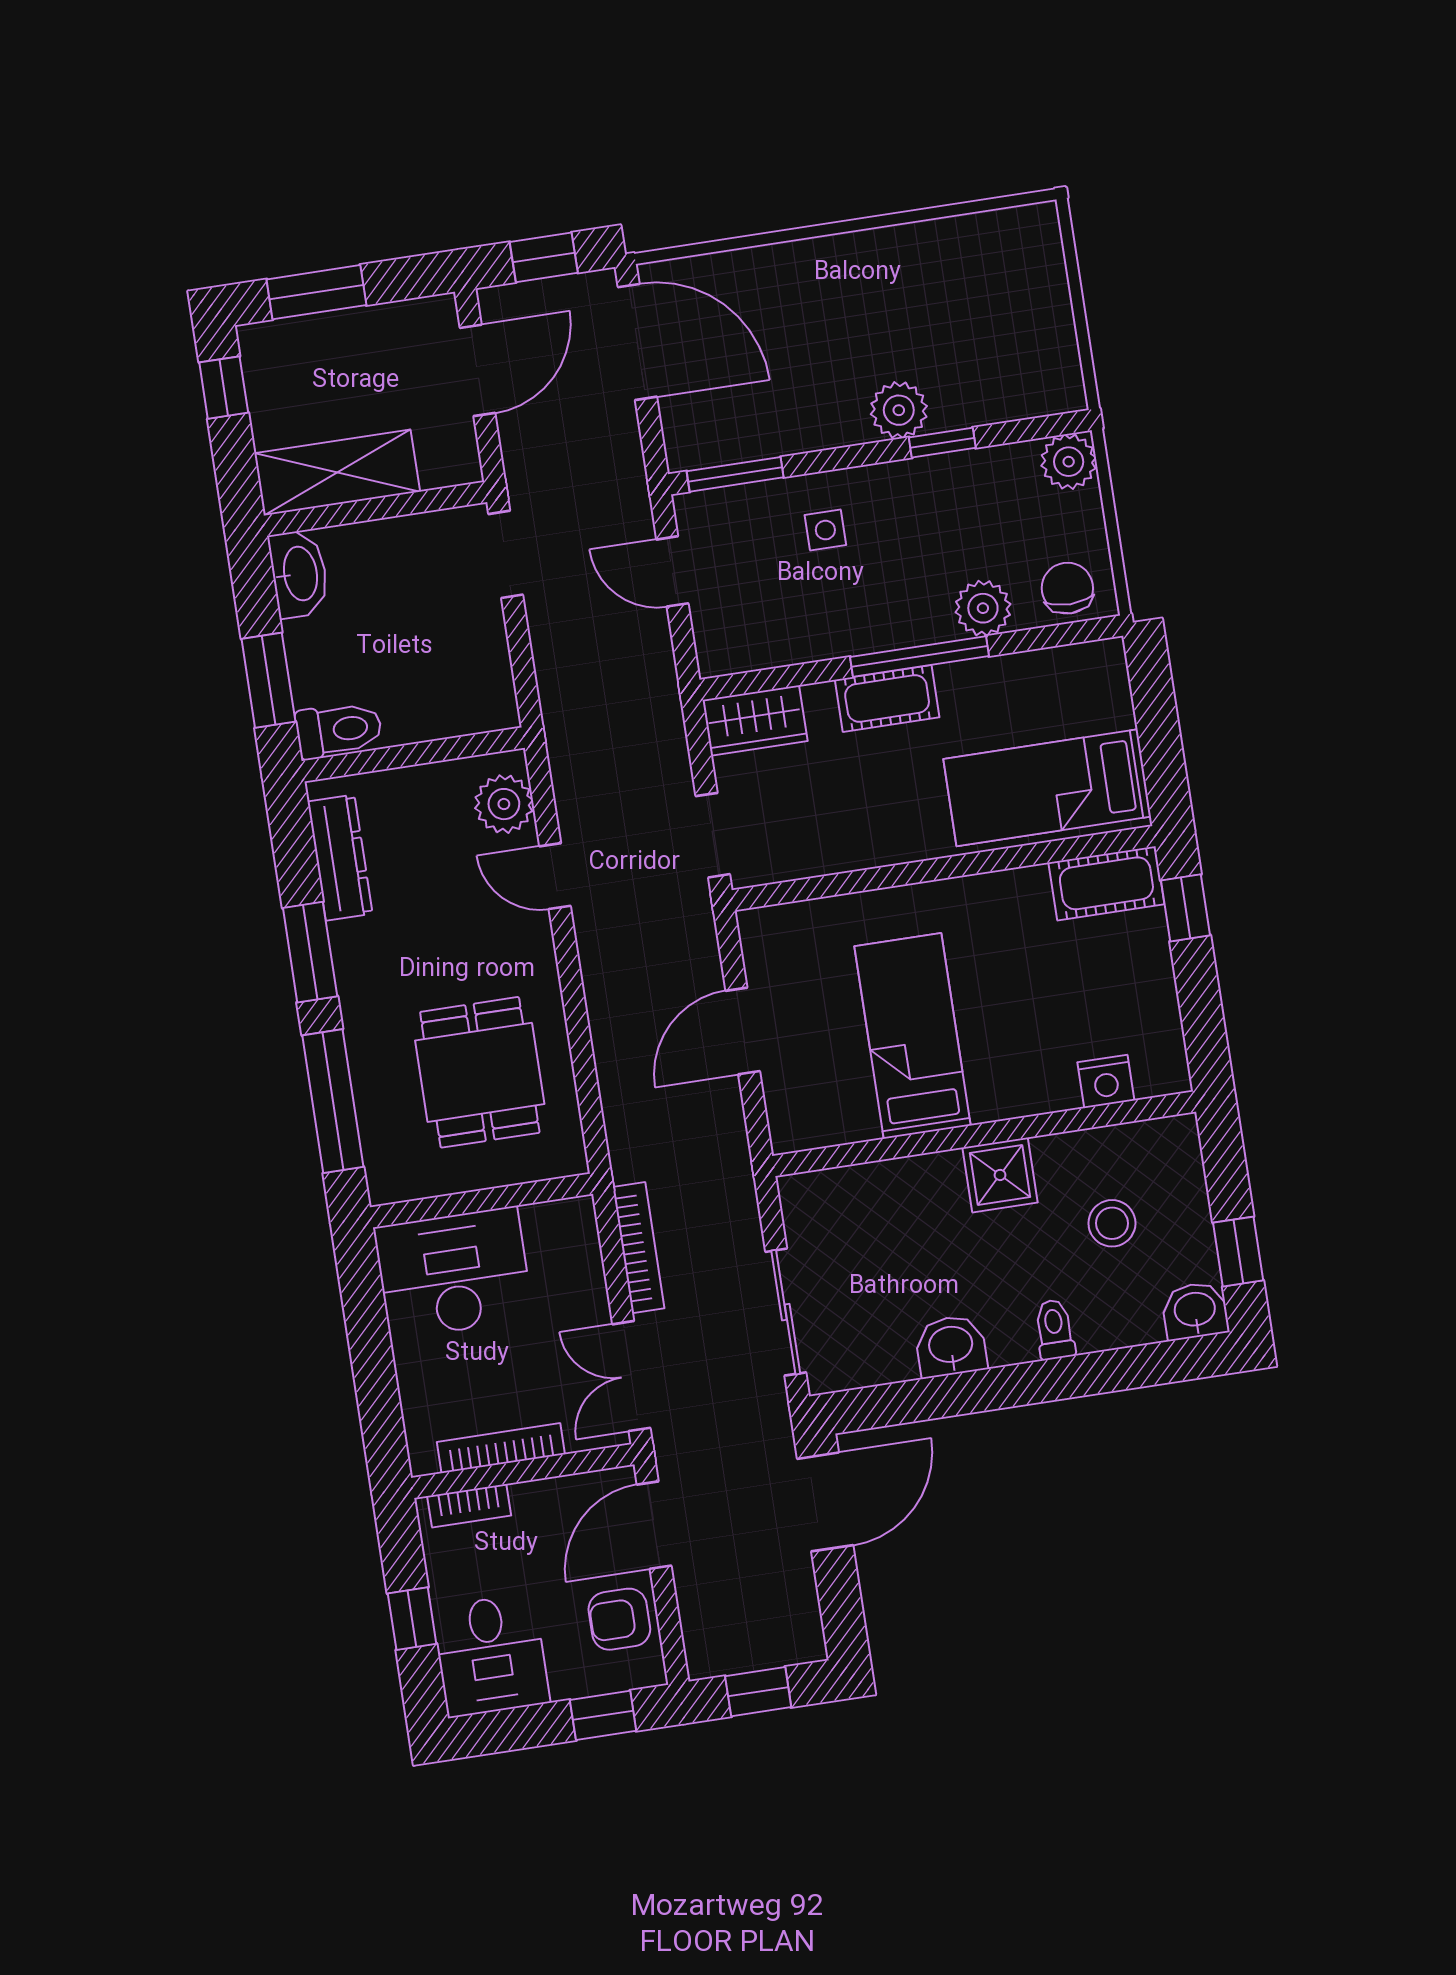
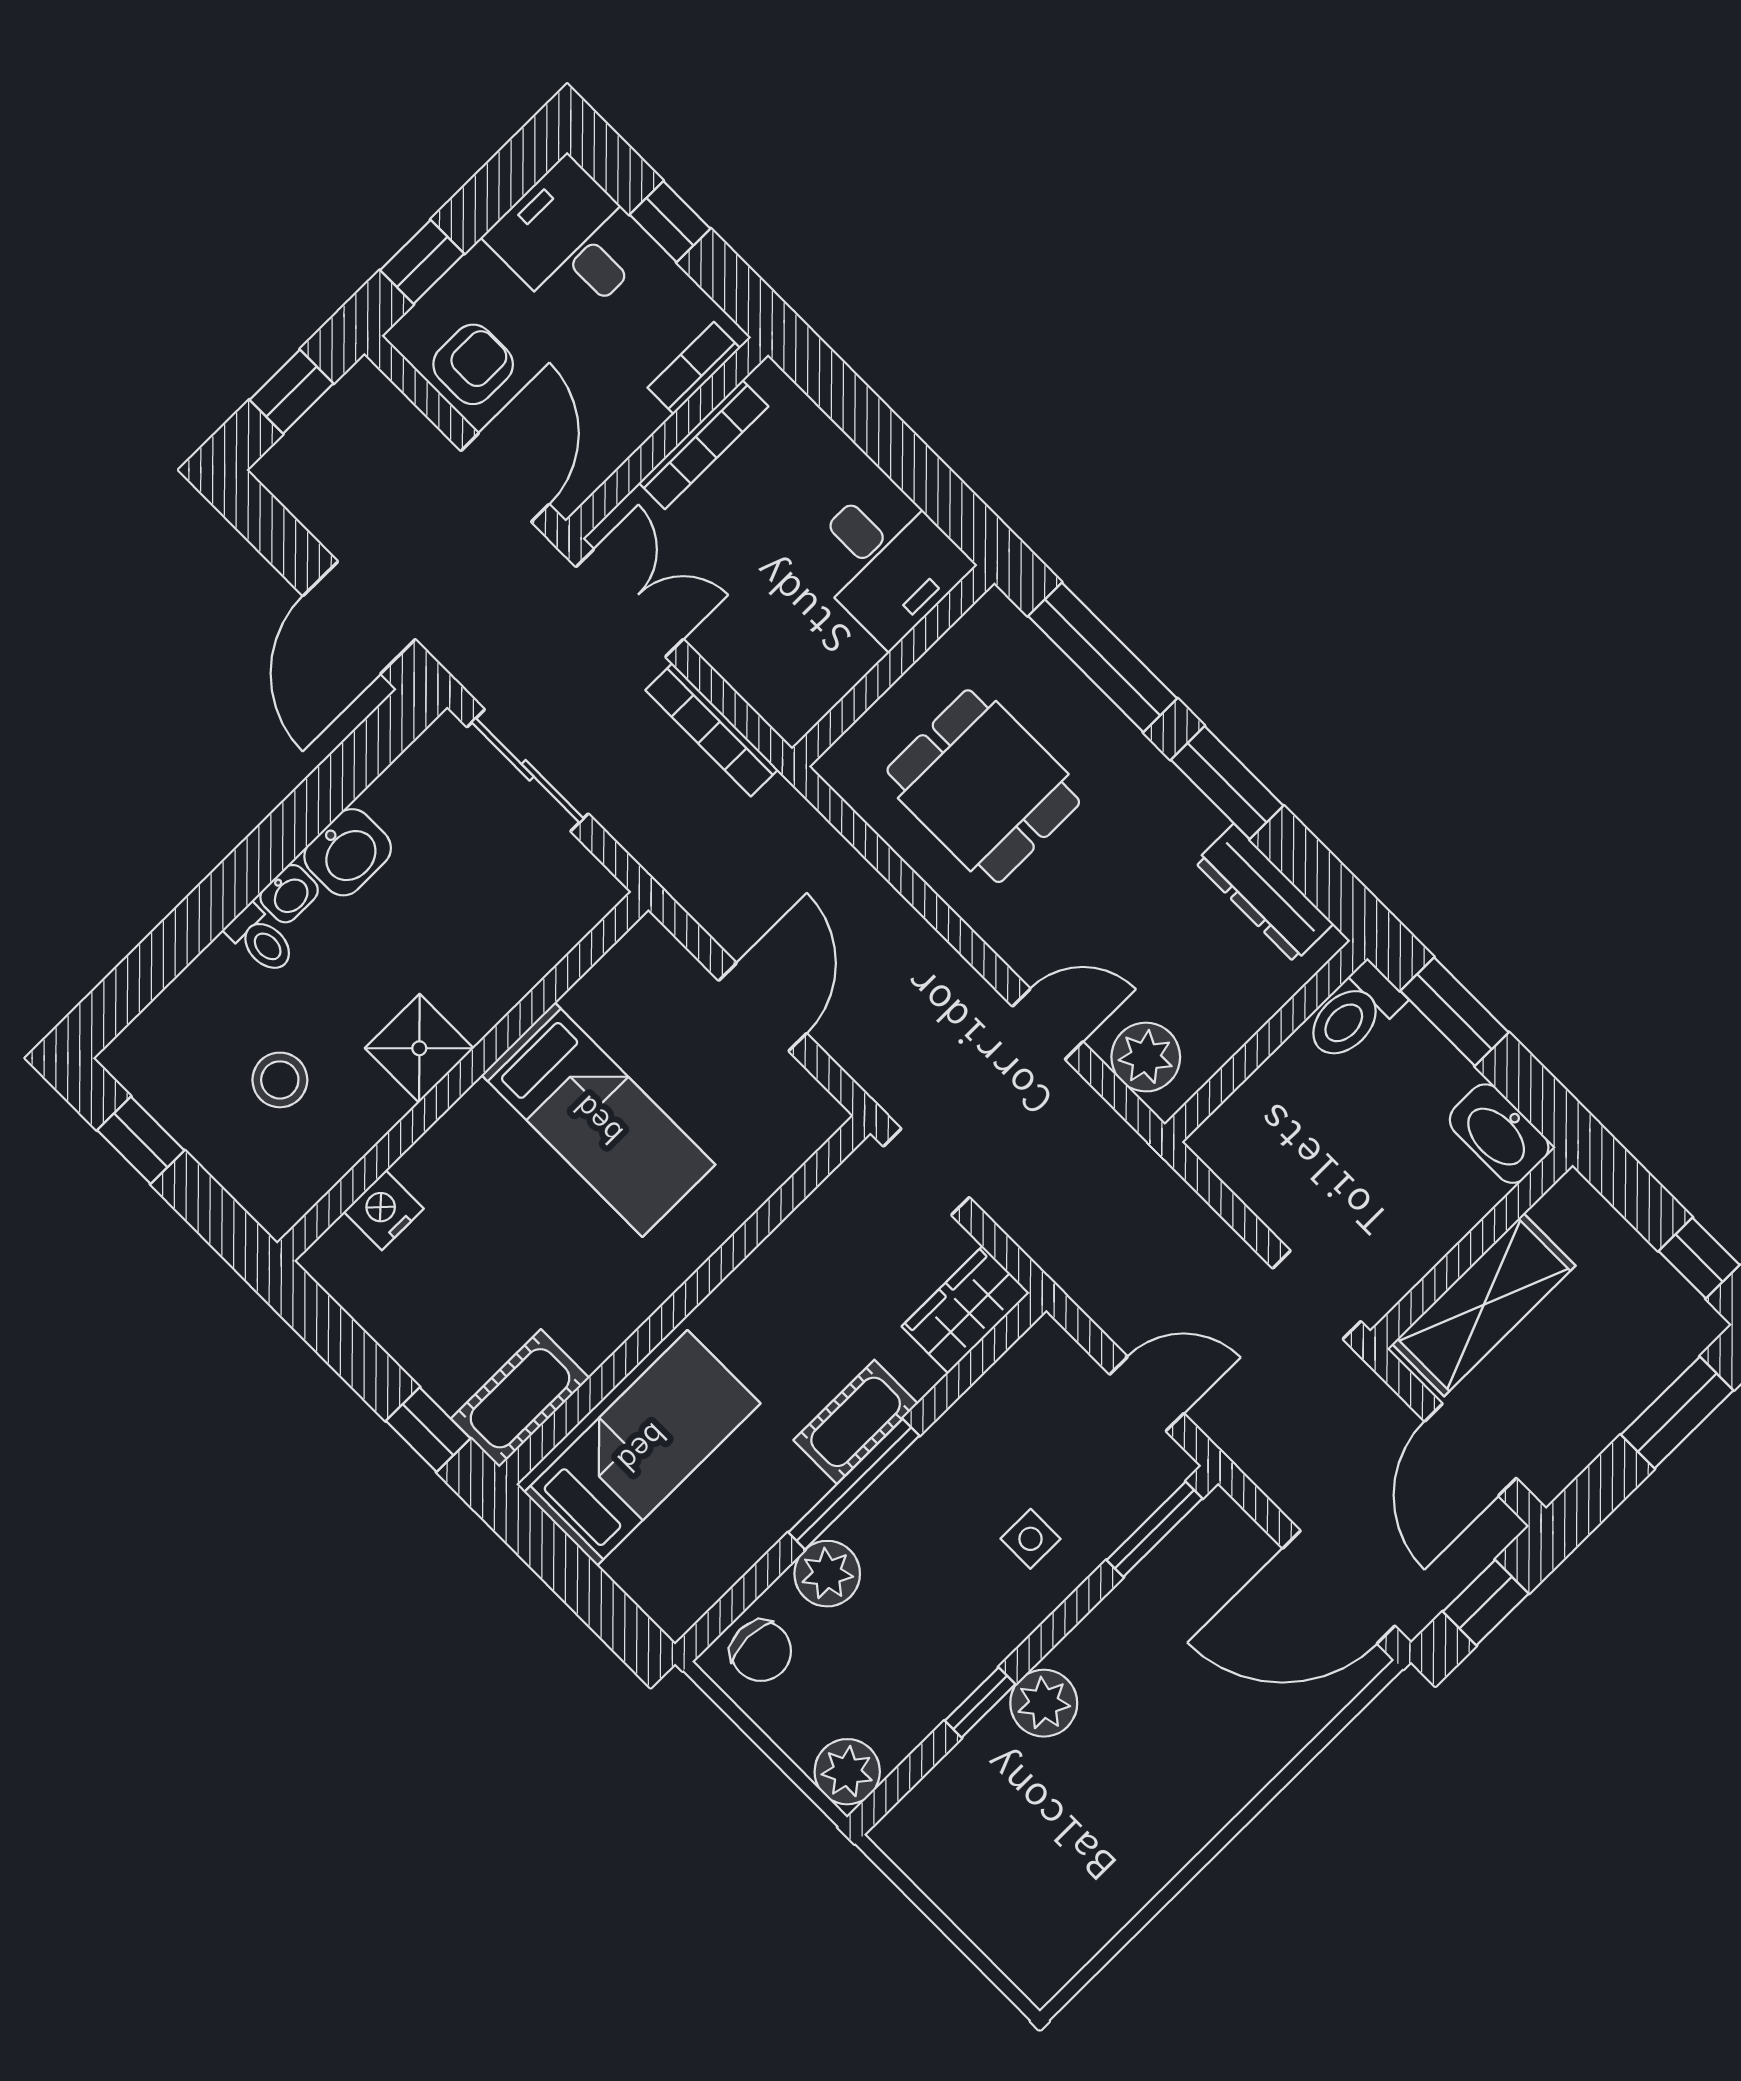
shelving: (337, 472) -> (1484, 1305), moved
desk: (453, 1273) -> (886, 561), width x0.73
washbasin: (1195, 1311) -> (289, 894), moved, width x0.72, depth x0.69

